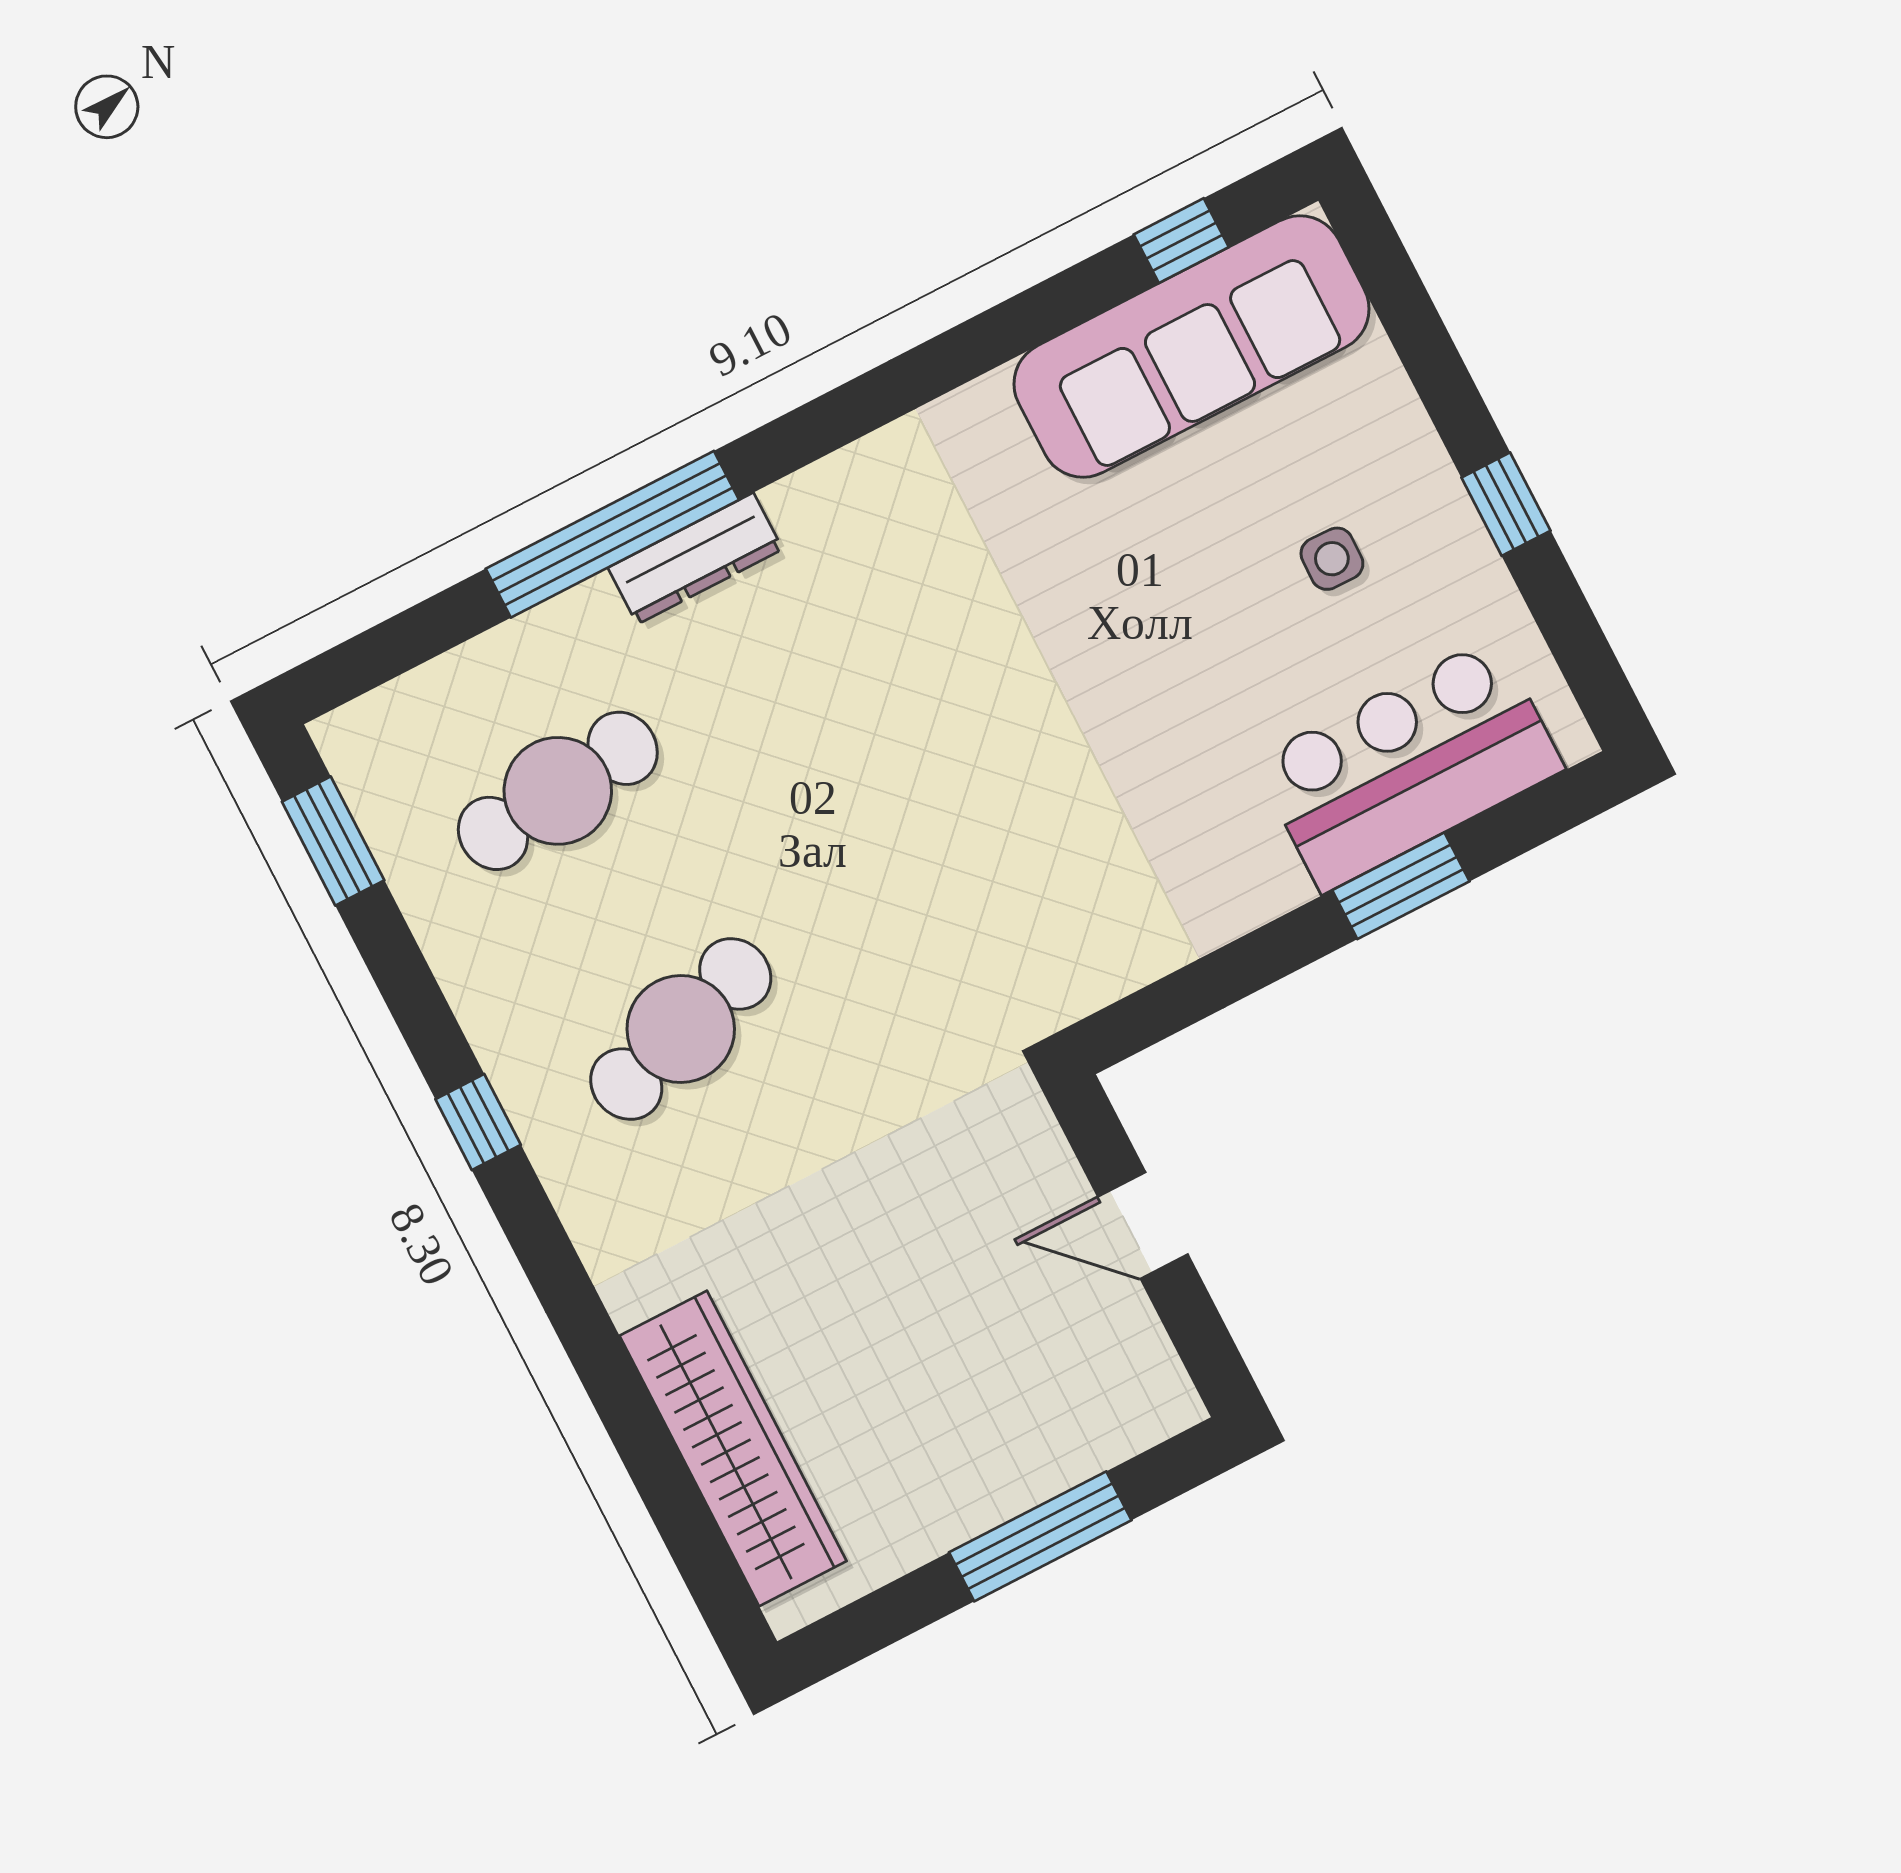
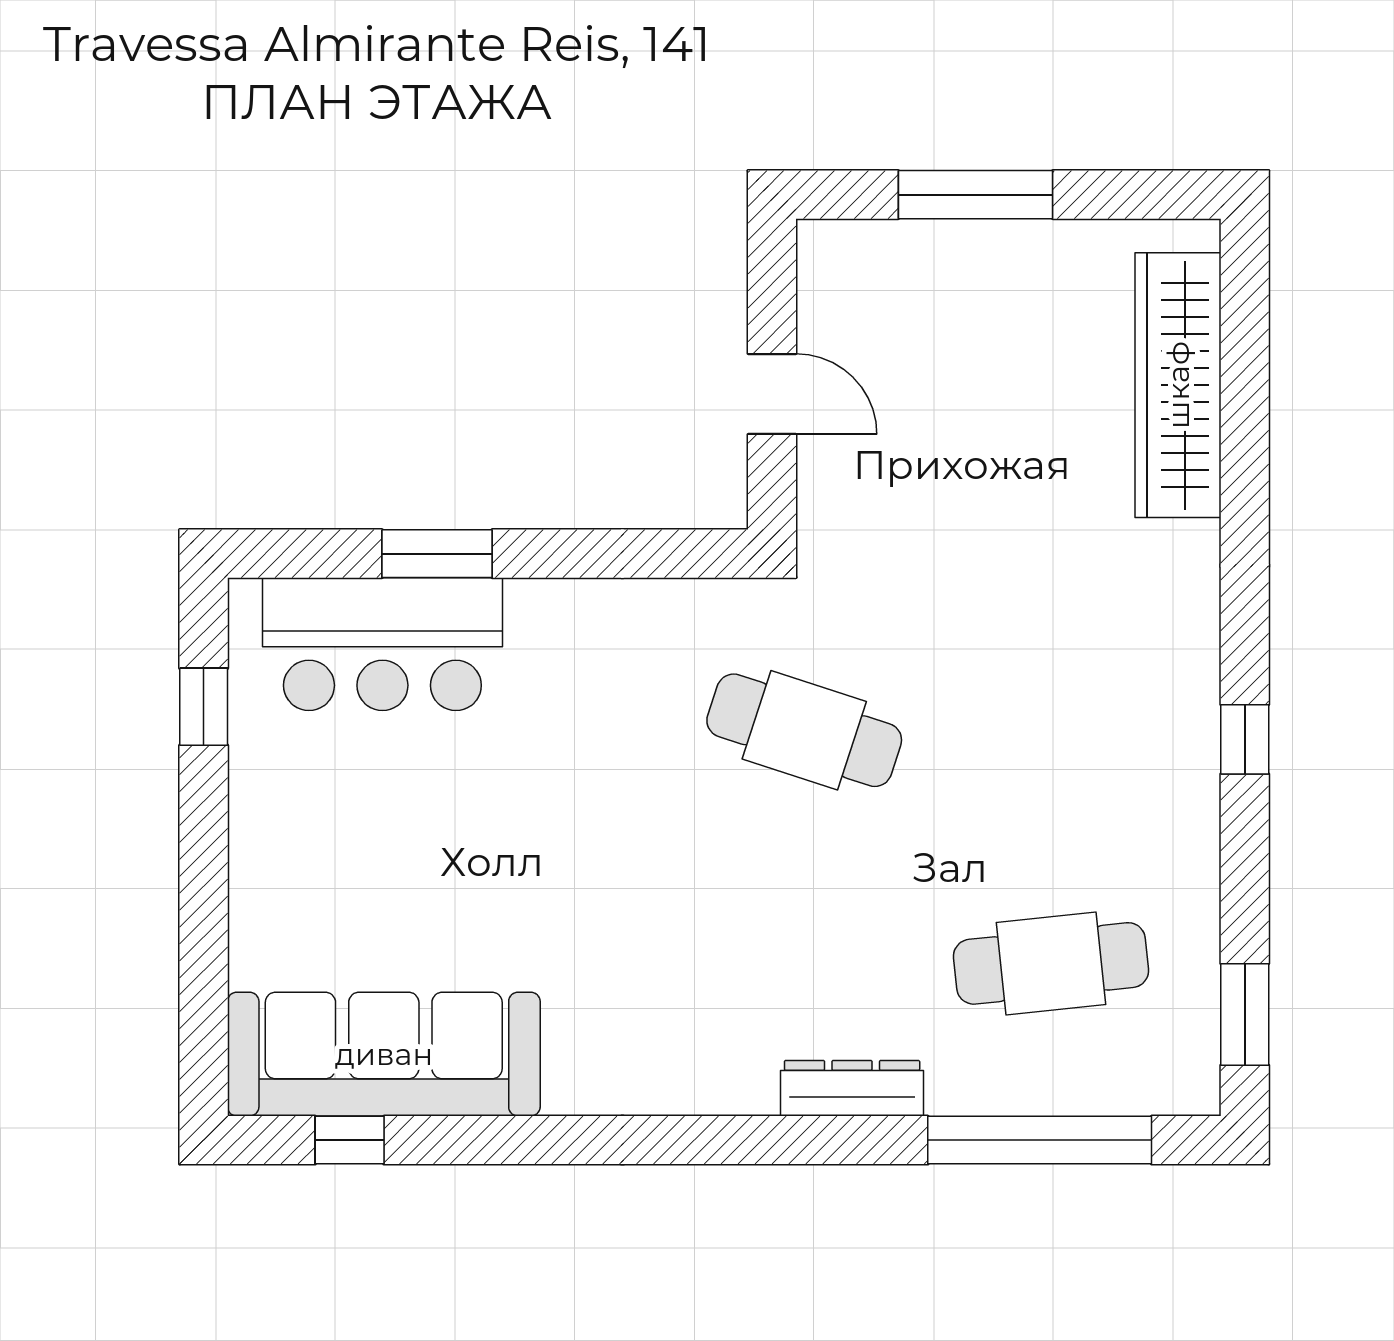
window: (1506, 504) -> (204, 707), moved
window: (612, 534) -> (1040, 1140), moved
side table: (1332, 559) -> (360, 834), removed
cafe table: (681, 1029) -> (804, 730), moved, turned 36

